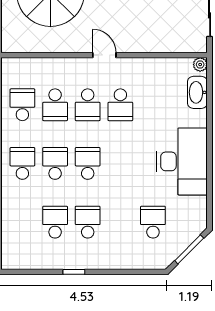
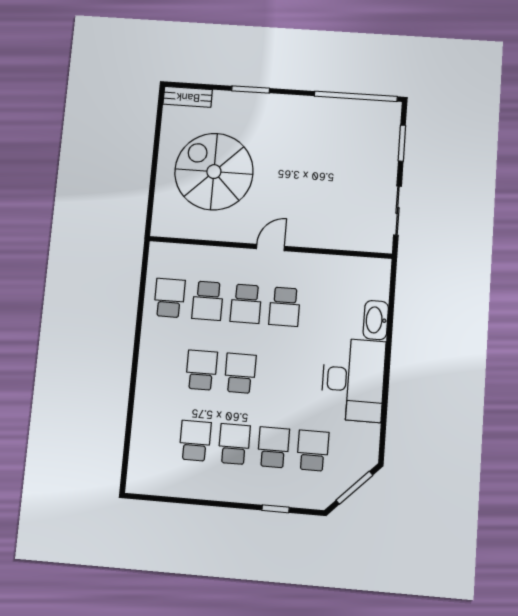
door: (104, 55) -> (270, 247), hinge flipped
plant: (200, 65) -> (383, 267), removed
washbasin: (197, 92) -> (376, 320), moved
school desk: (22, 163) -> (273, 447), moved
window: (74, 272) -> (276, 509), moved

